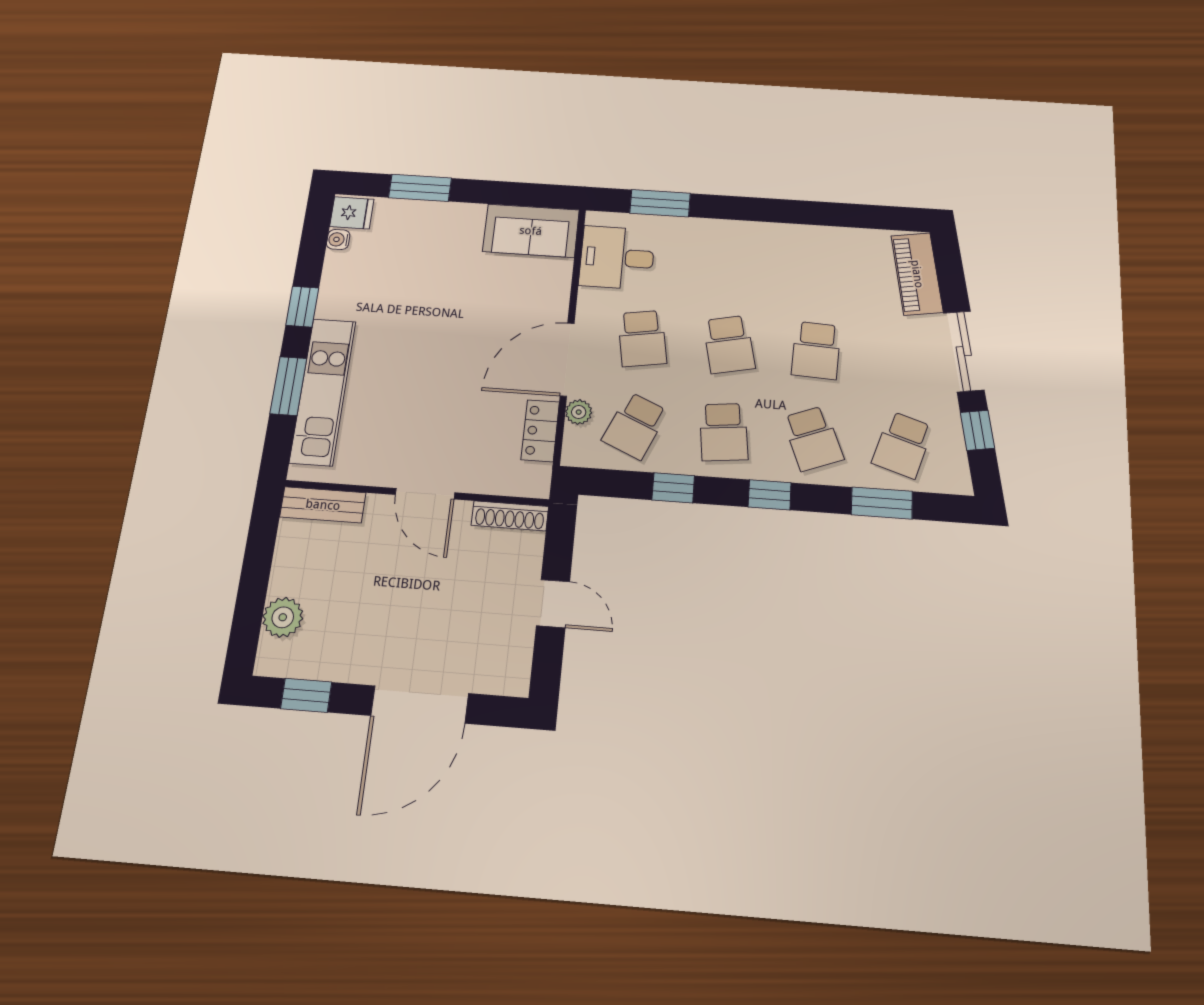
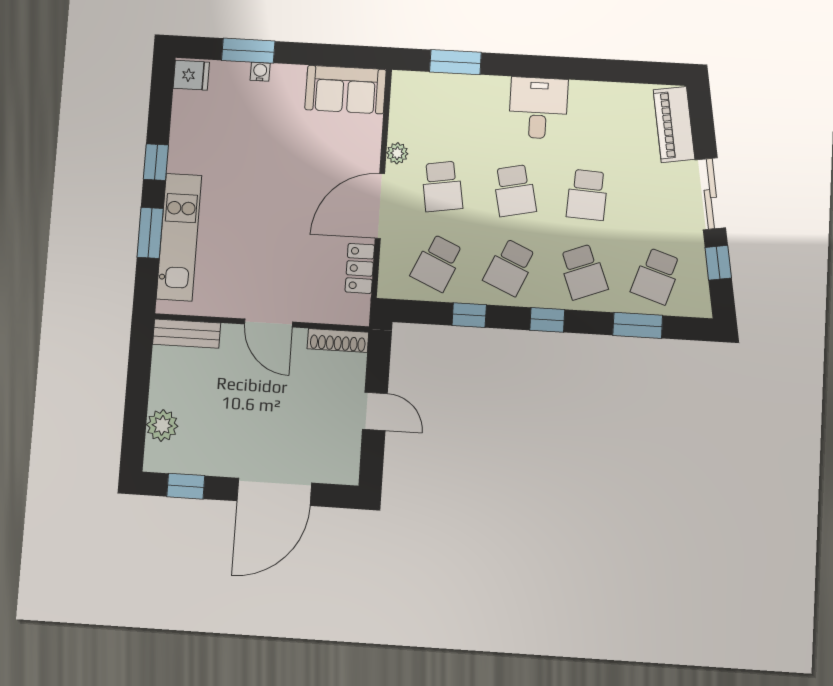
water cooler: (338, 239) -> (260, 72), moved, turned 90
desk: (617, 258) -> (538, 108), moved, turned 90
plant: (579, 412) -> (397, 153), moved
school desk: (724, 432) -> (510, 267), turned 30

